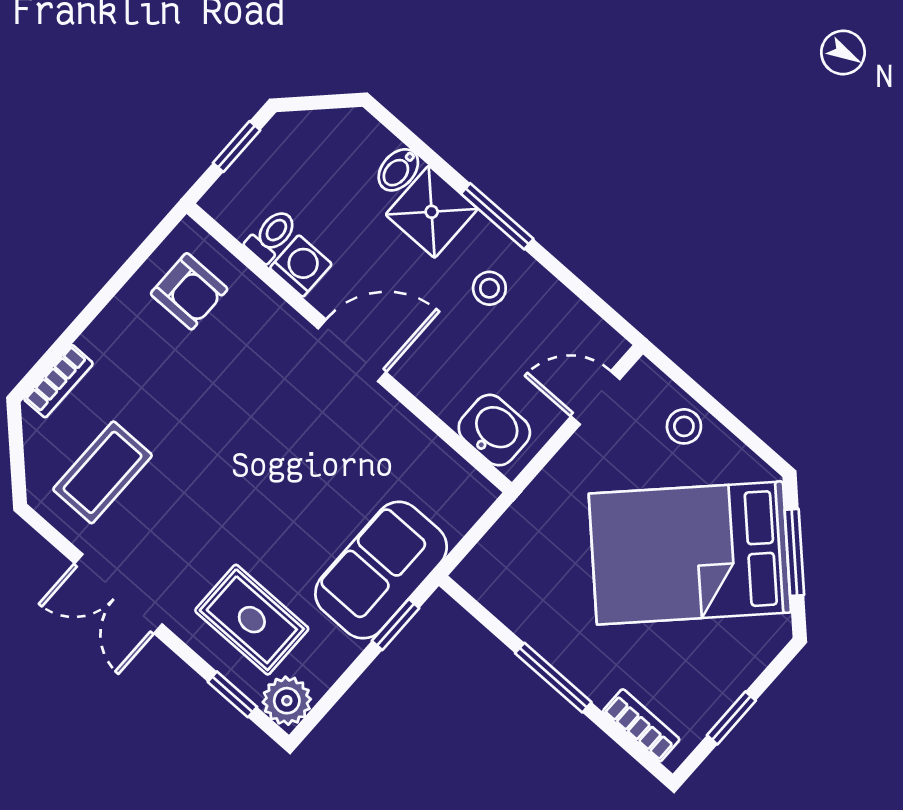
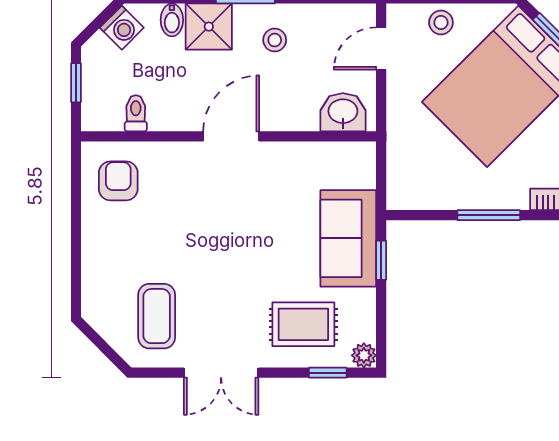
washing machine: (301, 266) -> (122, 28), moved, turned 135
armchair: (189, 291) -> (118, 181), turned -90
bookcase: (58, 381) -> (91, 289), removed
plant: (287, 701) -> (364, 355), width x0.73, depth x0.73

